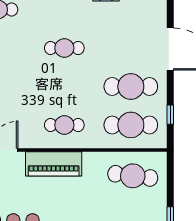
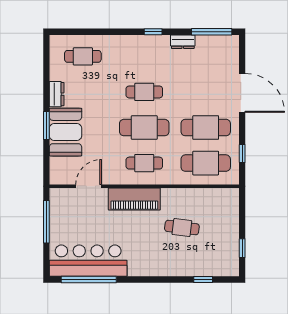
cafe table: (64, 86) -> (144, 128), added
cafe table: (133, 176) -> (182, 228), moved, width x0.73, depth x0.74

